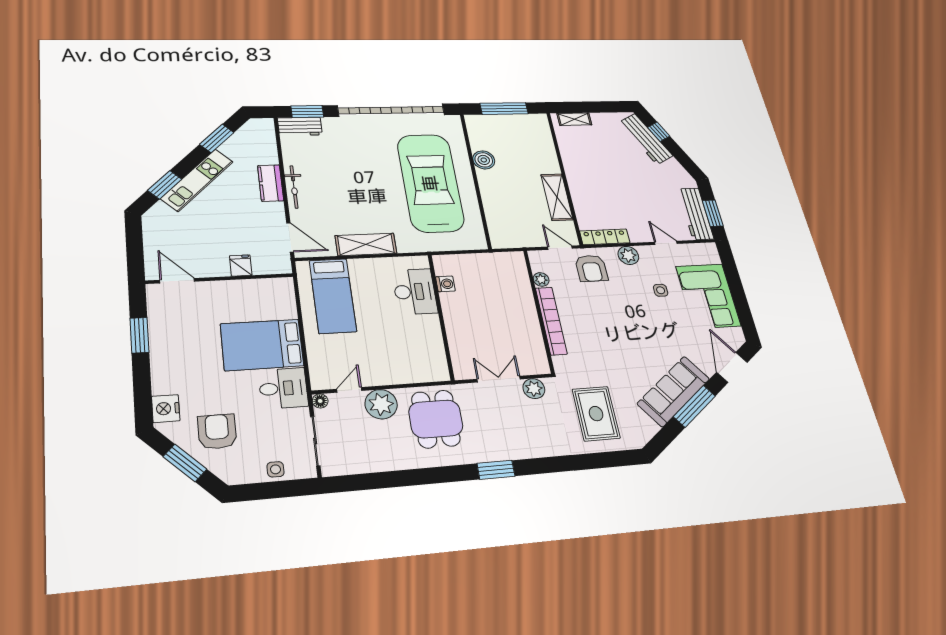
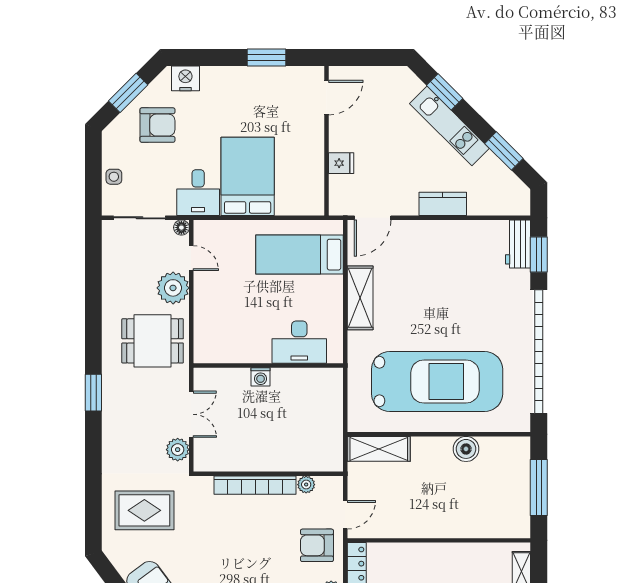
bicycle: (294, 187) -> (437, 229), removed
shelving: (557, 197) -> (379, 449), moved
washing machine: (445, 284) -> (261, 377), moved

